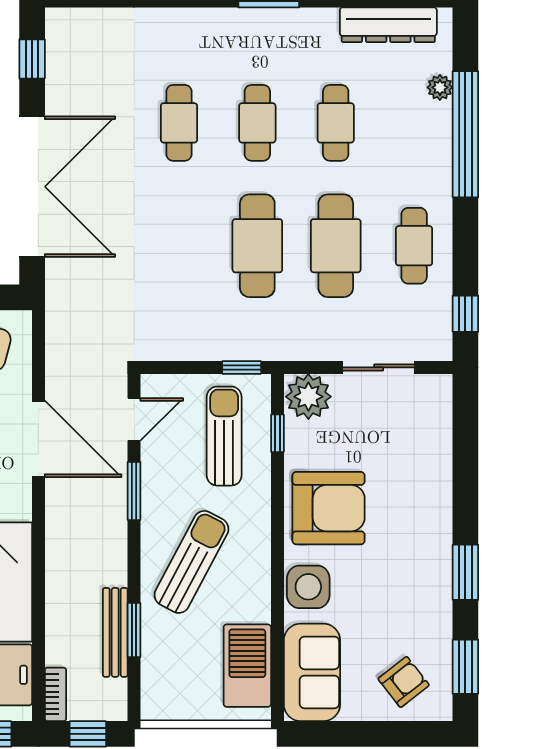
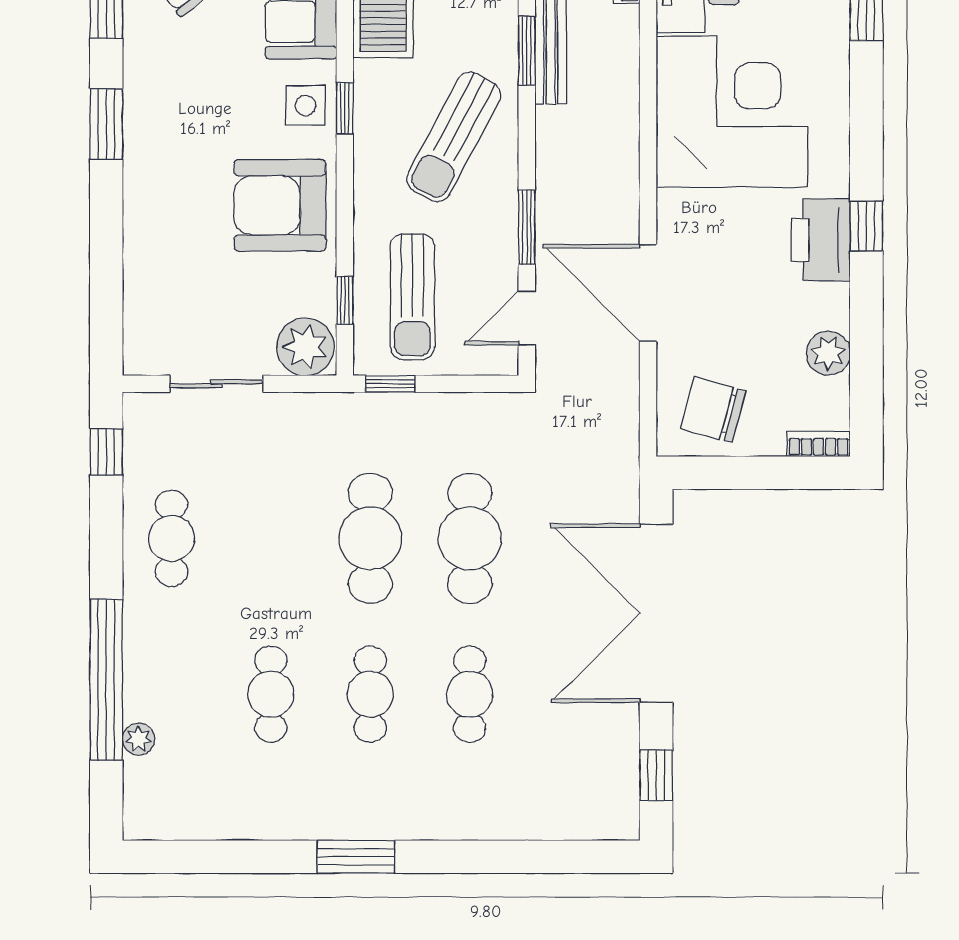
dresser: (388, 25) -> (204, 819), removed
cafe table: (336, 246) -> (470, 538), moved
window: (277, 585) -> (345, 108), added
side table: (308, 587) -> (306, 105), width x0.73, depth x0.73

